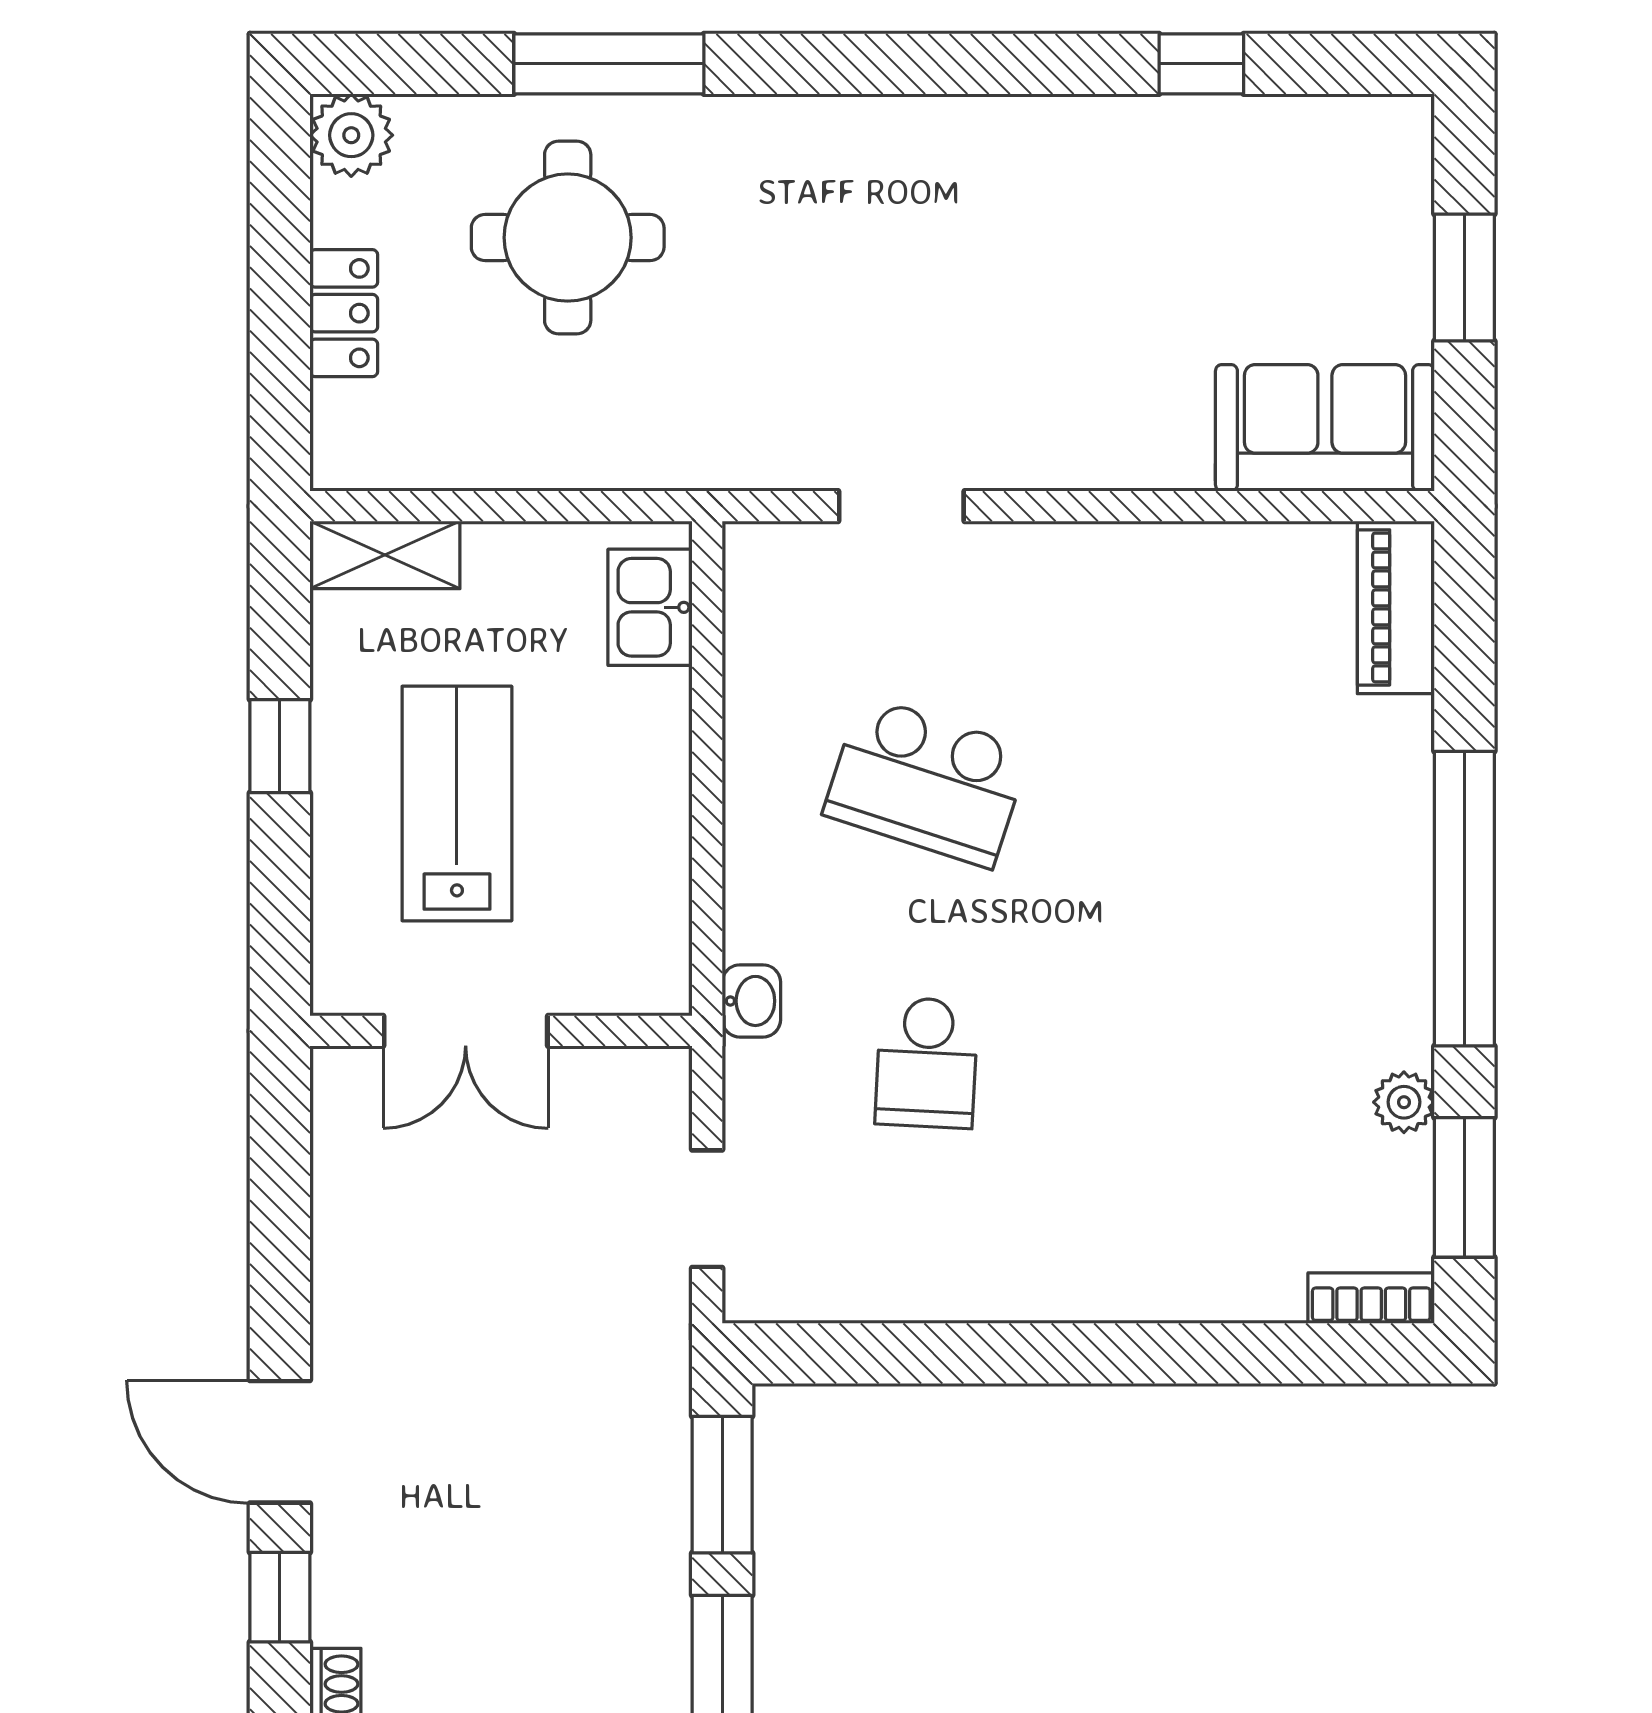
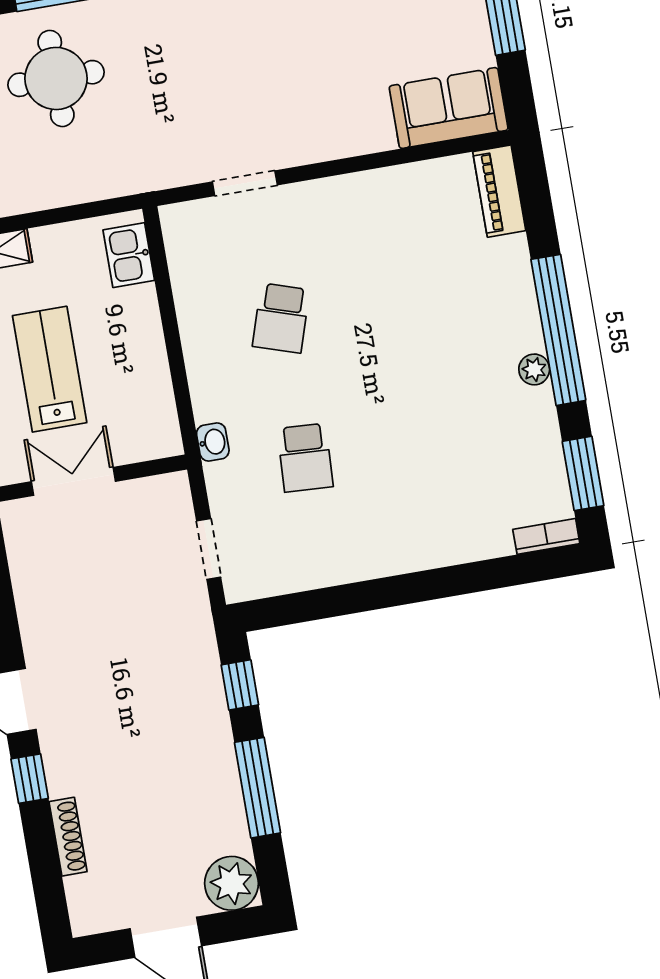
school desk: (927, 782) -> (281, 318), width x0.54
double door: (466, 1031) -> (73, 481), swing flipped
plant: (1404, 1102) -> (534, 369), moved
window: (722, 1485) -> (240, 685), width x0.67

